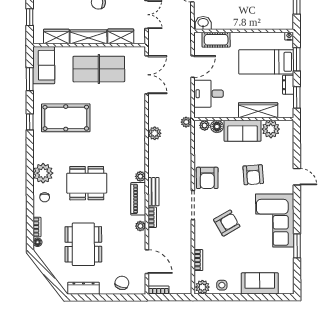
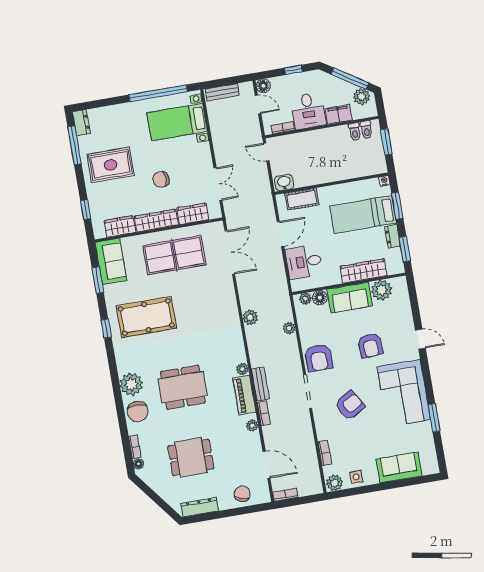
plant: (186, 122) -> (289, 328), moved
chair: (45, 197) -> (138, 411), width x1.87, depth x1.87
dining table: (83, 244) -> (191, 457), width x0.73

